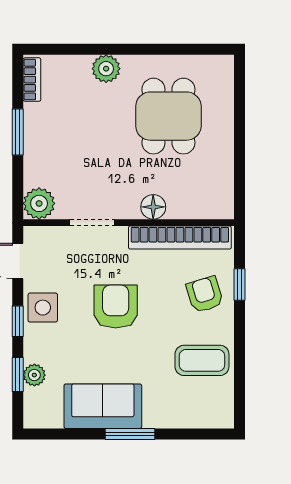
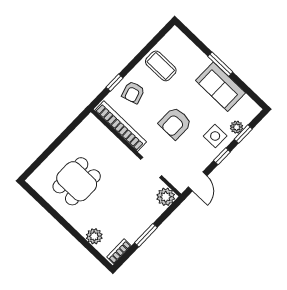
plant: (106, 69) -> (94, 236), moved
floor lamp: (153, 207) -> (119, 150), removed
side table: (43, 308) -> (215, 136), moved

